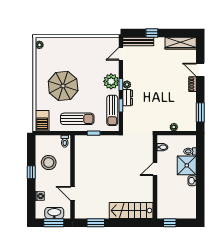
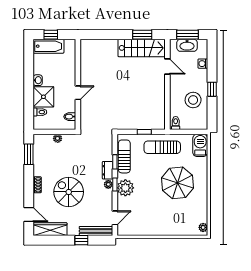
door: (200, 70) -> (29, 215), moved
spiral stairs: (163, 78) -> (69, 192), added
stairs: (131, 210) -> (142, 48), moved
bathtub: (182, 212) -> (49, 46), added
window: (170, 223) -> (51, 35), moved

